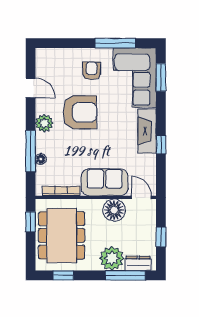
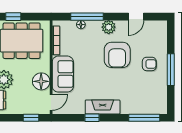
window: (115, 43) -> (171, 70), moved
window: (161, 77) -> (144, 118), width x1.44
corner sofa: (135, 78) -> (144, 98), removed
window: (31, 222) -> (13, 17), moved
window: (161, 237) -> (31, 118), moved

